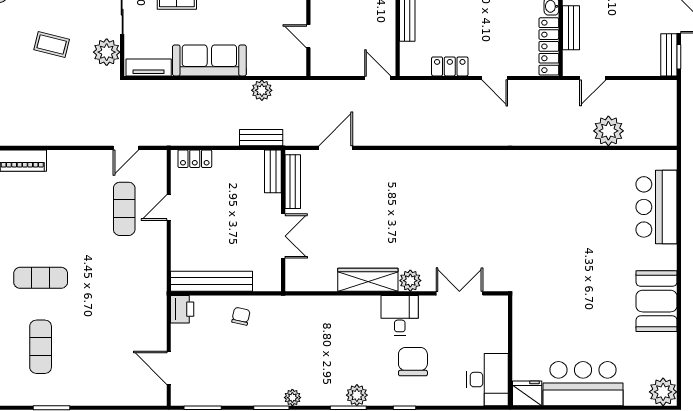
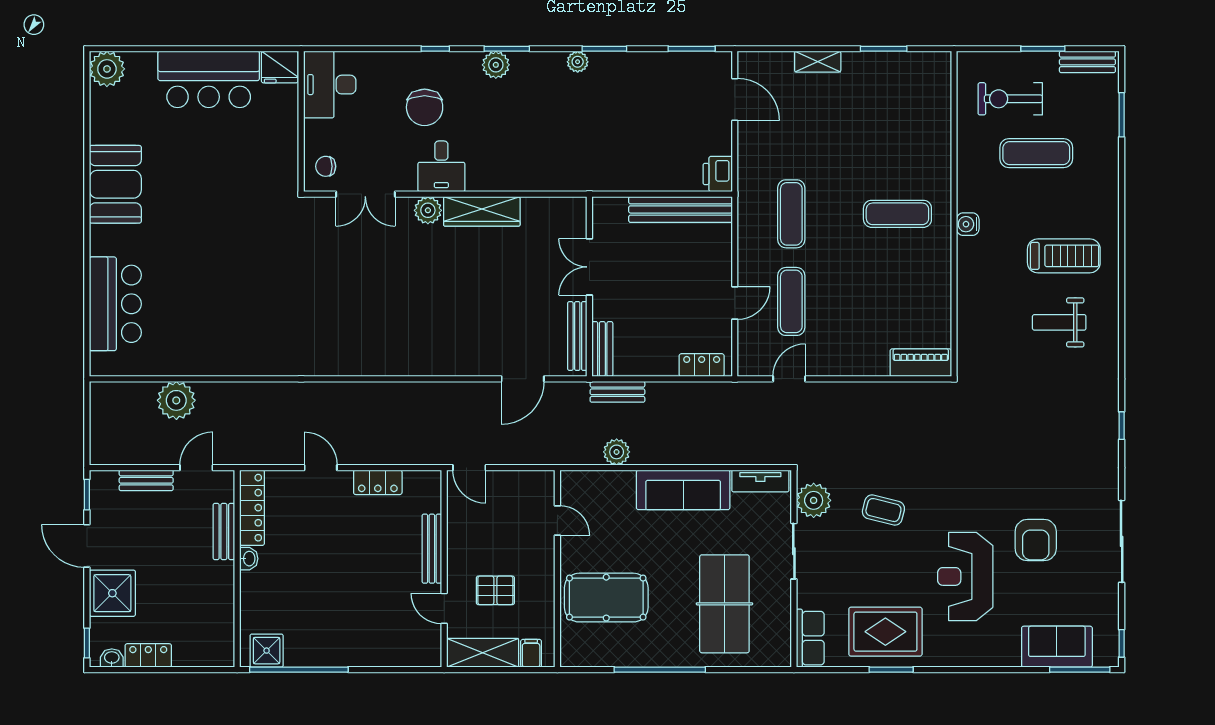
bench: (669, 55) -> (146, 480), moved, turned 90
chair: (241, 316) -> (326, 166), moved, turned 78
exercise mat: (41, 347) -> (791, 214), moved
shelving: (103, 398) -> (818, 62), added

